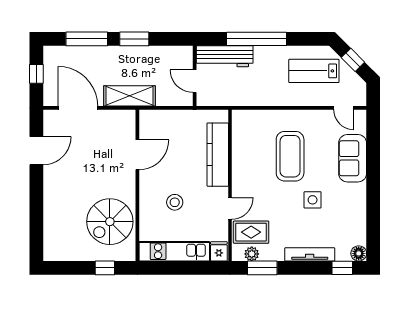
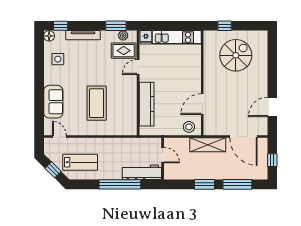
side table: (313, 200) -> (58, 59), moved
stool: (175, 202) -> (189, 127), moved
spiral stairs: (110, 222) -> (236, 55), moved

